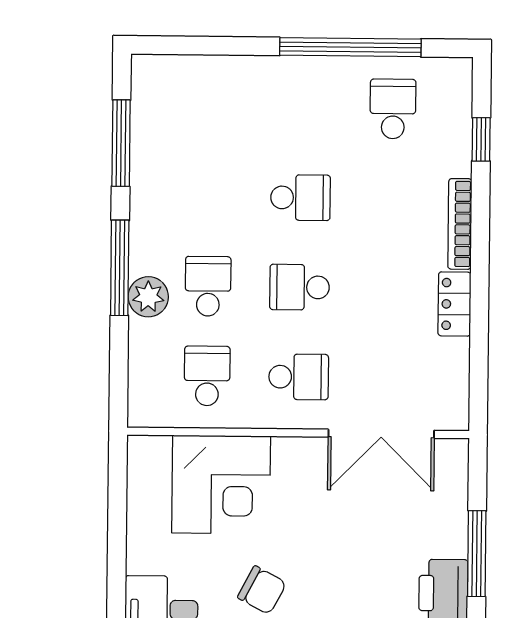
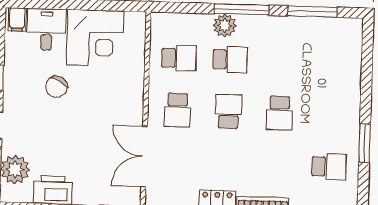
window: (350, 47) -> (365, 143), width x0.47
corner desk: (221, 484) -> (95, 38), moved, turned -90

